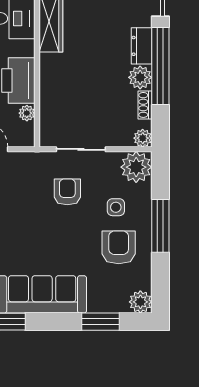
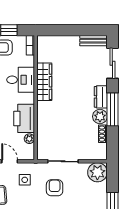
window: (160, 66) -> (112, 109), width x0.68
plant: (143, 138) -> (102, 154), removed
side table: (116, 207) -> (25, 180), moved

